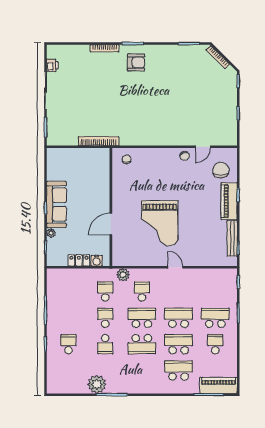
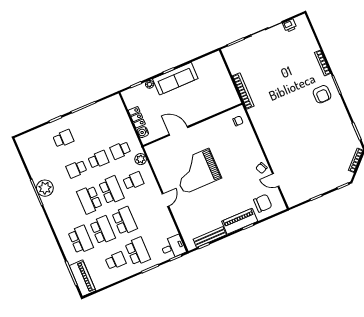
desk: (226, 280) -> (173, 247), added
school desk: (105, 291) -> (120, 150), turned 180
plant: (97, 384) -> (45, 188), moved

